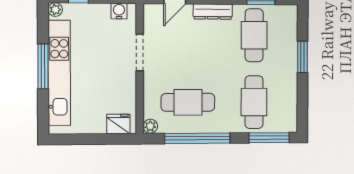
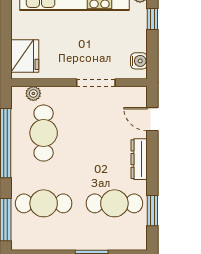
fridge: (118, 124) -> (25, 56), width x1.36, depth x1.34
plant: (150, 126) -> (33, 93), moved

